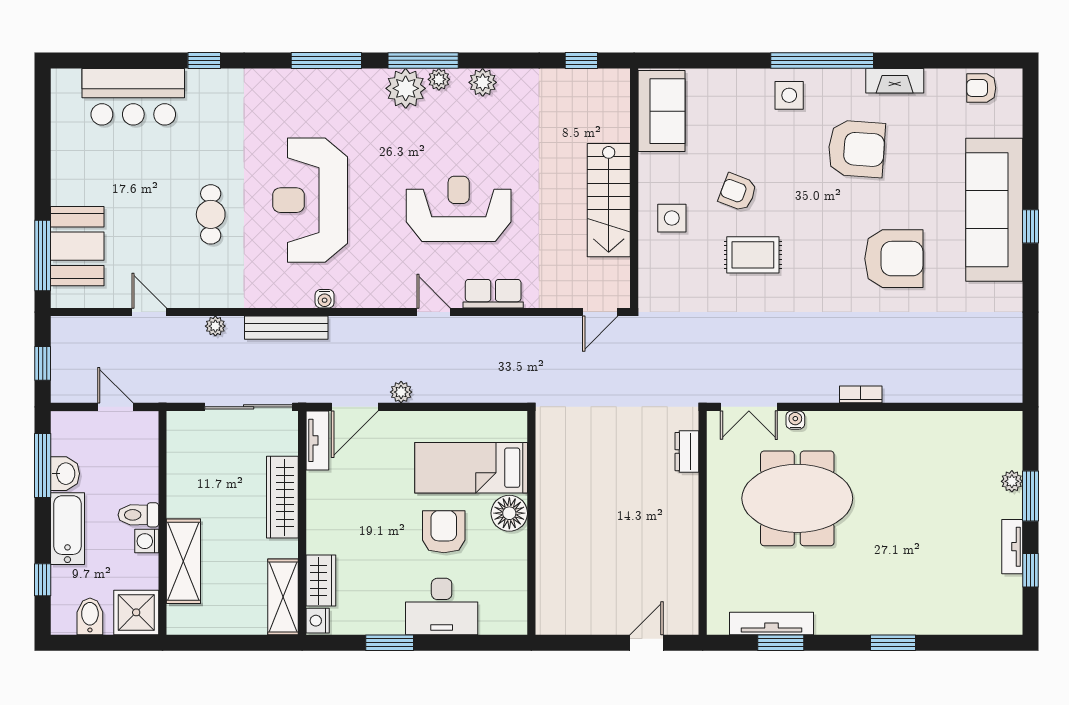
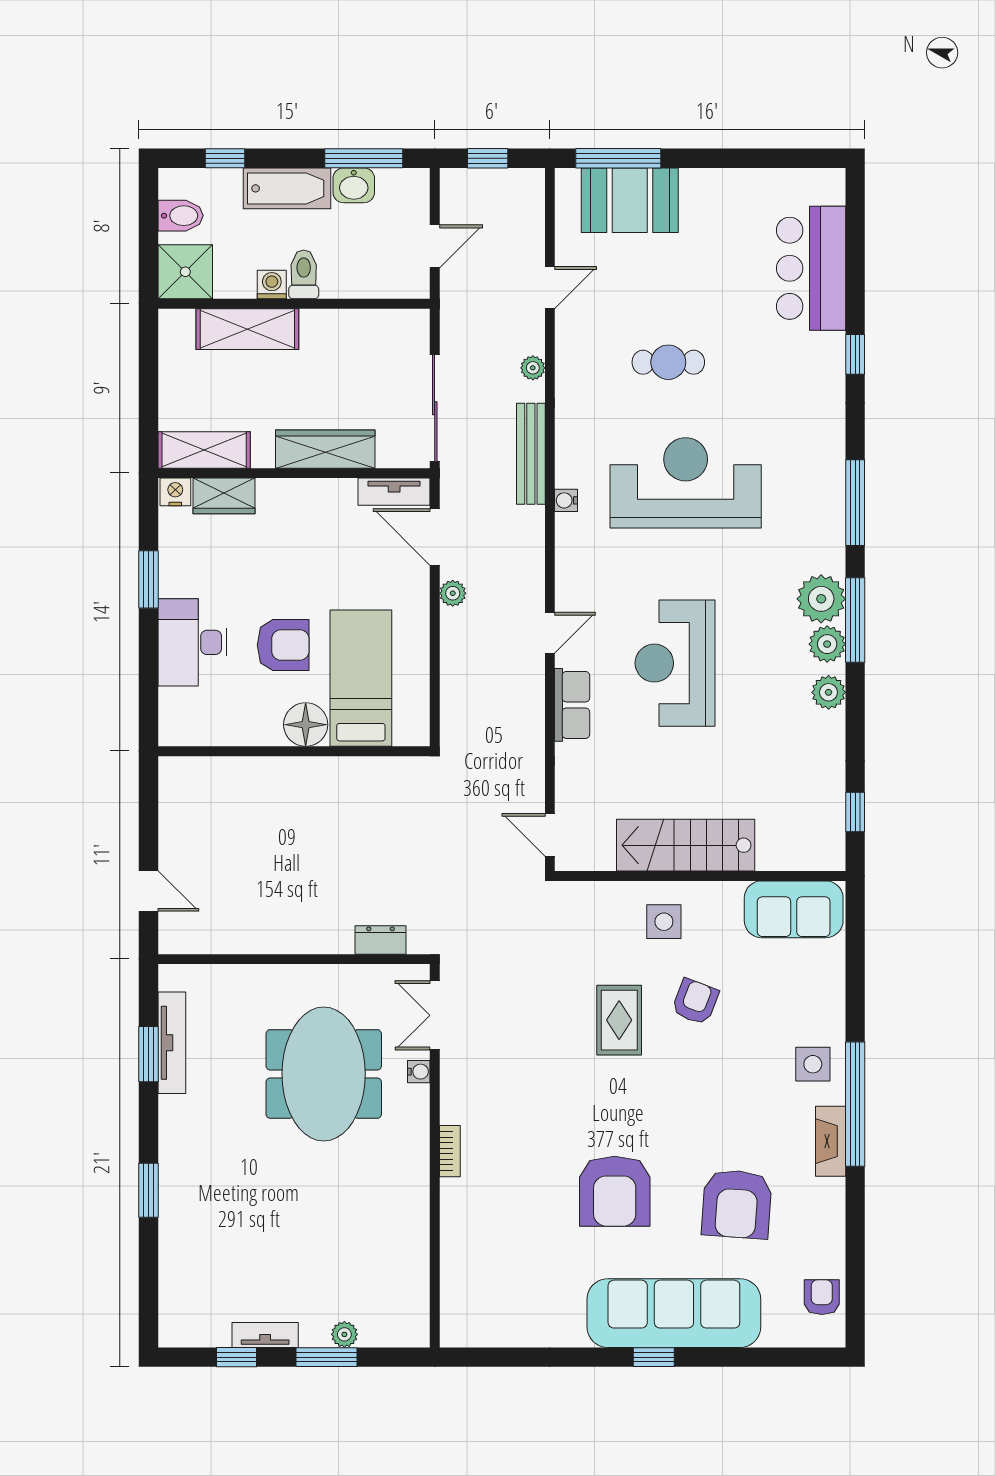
plant: (439, 79) -> (827, 644), width x1.38, depth x1.38
fireplace: (895, 81) -> (831, 1141), moved
armchair: (856, 149) -> (737, 1204), moved
reception desk: (459, 209) -> (675, 663), turned 180

